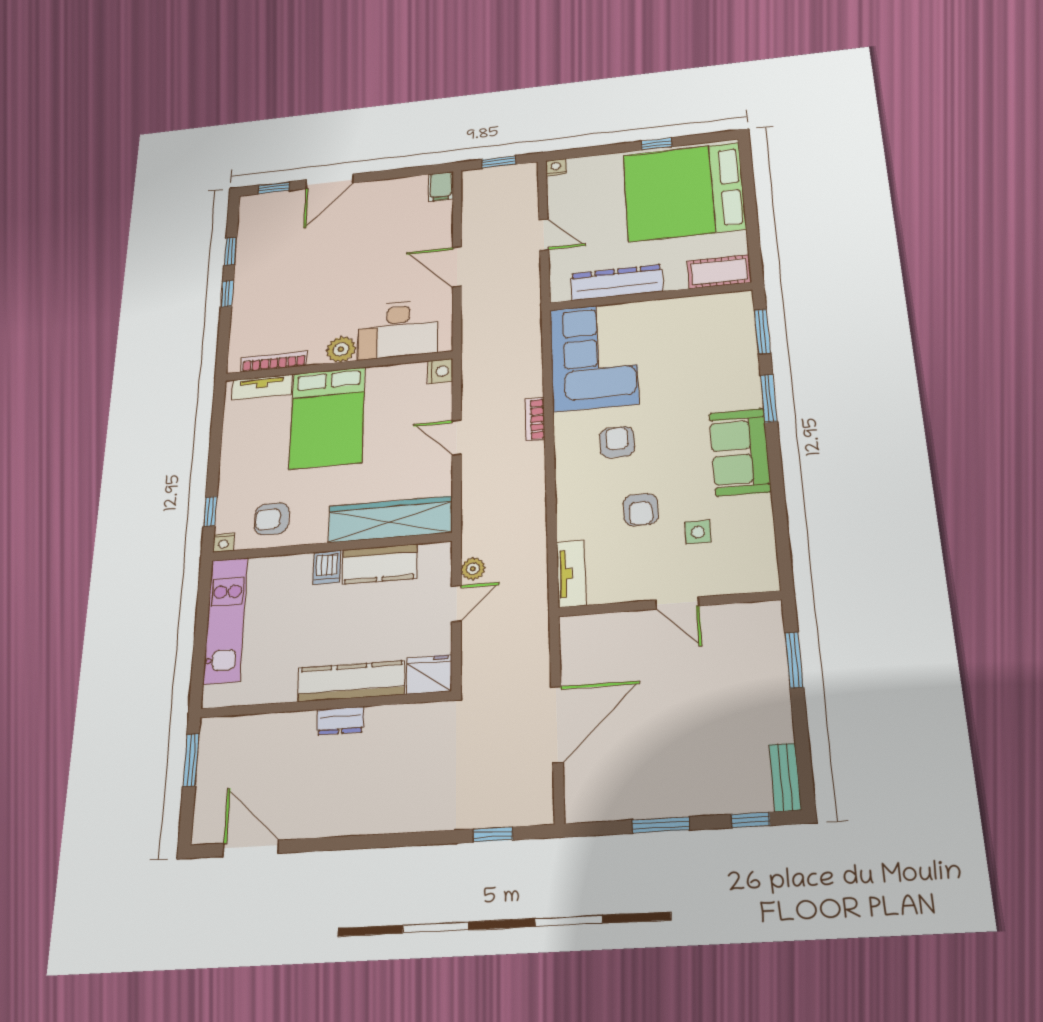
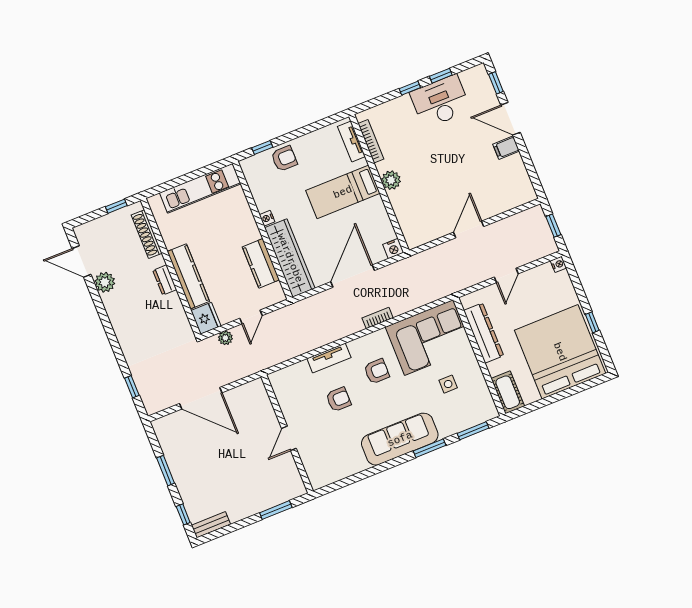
filing cabinet: (441, 186) -> (506, 148), moved
desk: (398, 329) -> (440, 101), moved, turned 90
bed: (327, 418) -> (343, 192), width x0.67
door: (457, 438) -> (353, 276), width x1.88
sofa: (740, 452) -> (400, 439), width x1.36
armchair: (641, 510) -> (338, 399), turned 180
armchair: (272, 519) -> (284, 158), moved, turned 90
side table: (698, 532) -> (448, 384), moved
nightstand: (224, 543) -> (267, 218), moved
dishwasher: (327, 567) -> (250, 233), removed
plant: (473, 569) -> (225, 338), moved
tv unit: (571, 574) -> (329, 358), moved
door: (456, 604) -> (251, 317), hinge flipped
shoe rack: (256, 726) -> (147, 234), added
window: (191, 760) -> (116, 206), width x0.67
plant: (301, 821) -> (105, 282), added
door: (251, 848) -> (82, 262), swing flipped

